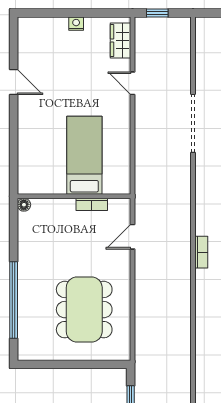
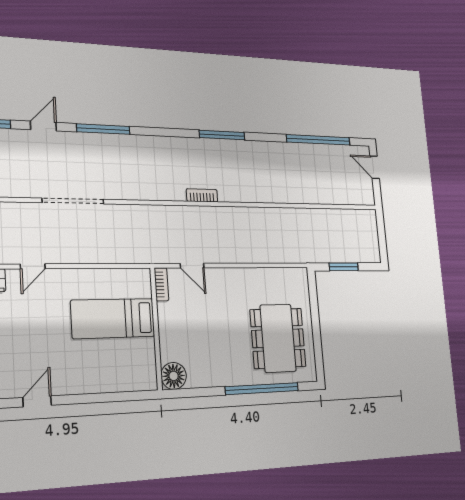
bookcase: (92, 204) -> (161, 284), moved
floor lamp: (24, 205) -> (174, 376), width x1.89, depth x1.89
dining table: (84, 310) -> (278, 338), moved, turned 90

